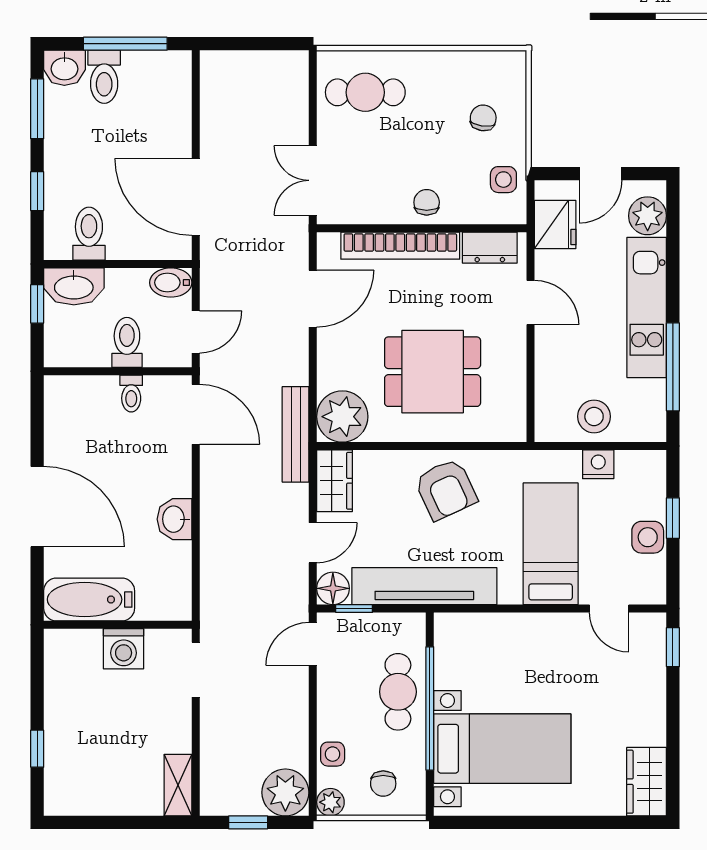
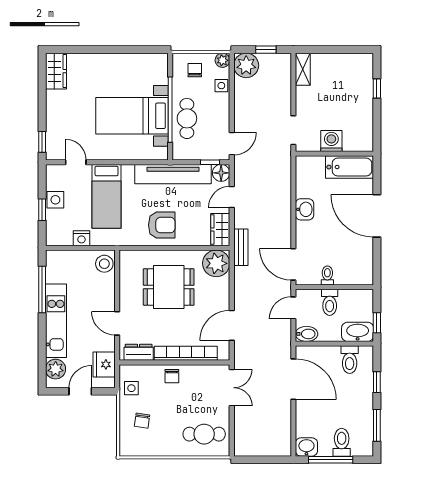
washbasin: (64, 68) -> (306, 447), moved
stool: (594, 416) -> (104, 264), moved
bench: (296, 434) -> (241, 247), width x0.73
armchair: (446, 489) -> (162, 225), turned 115
bed with nightstands: (502, 749) -> (132, 116), moved

